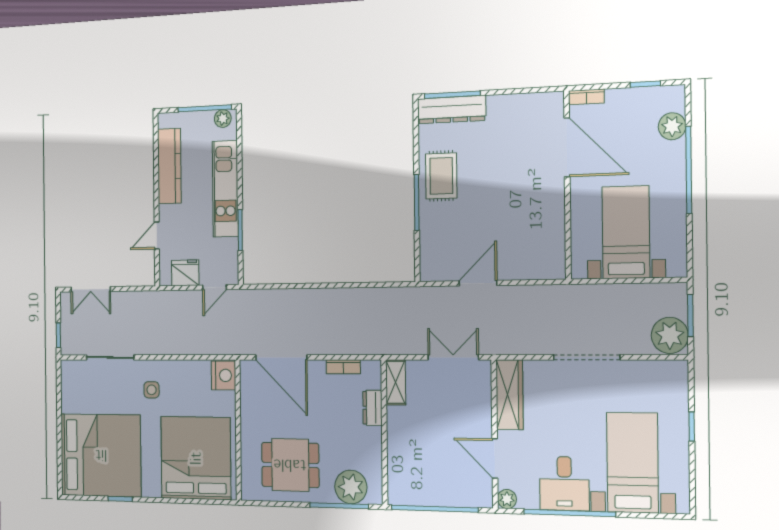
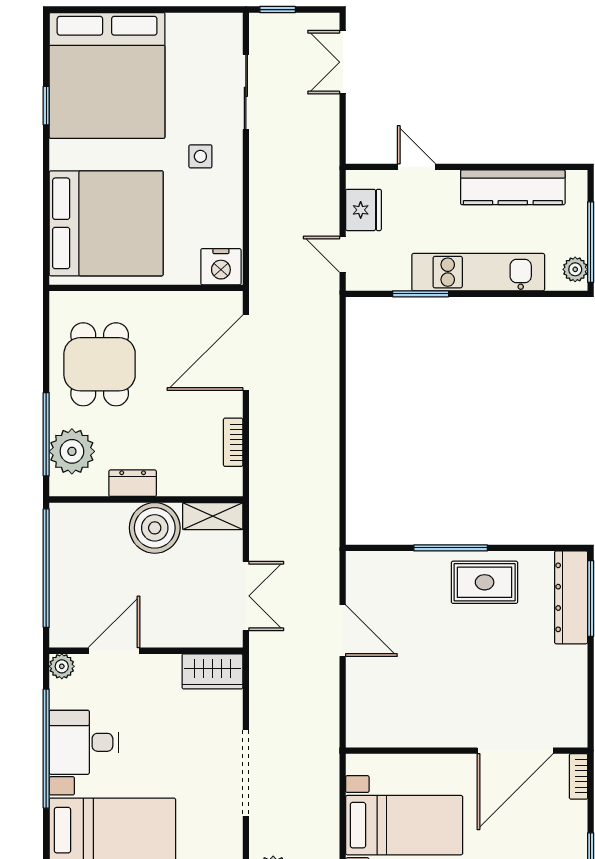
wardrobe: (510, 395) -> (212, 671), width x0.67
dresser: (372, 408) -> (133, 483), moved
boiler: (405, 426) -> (155, 528), added

